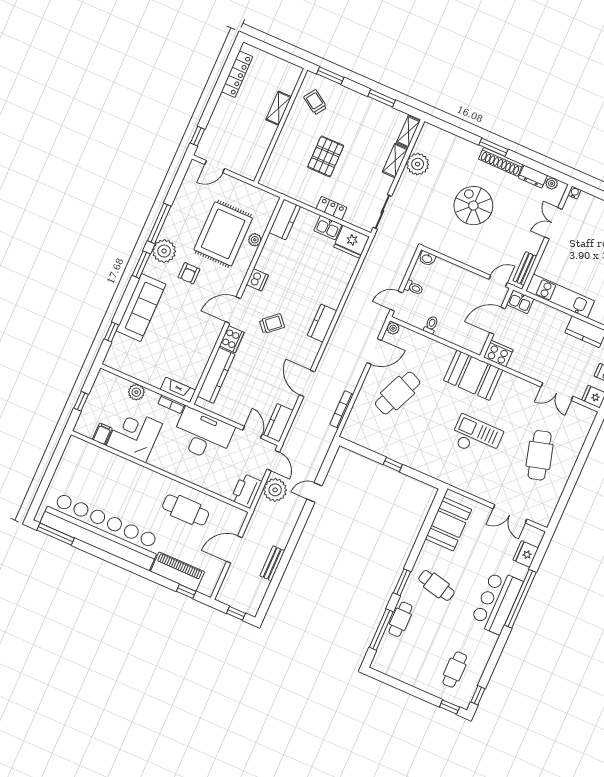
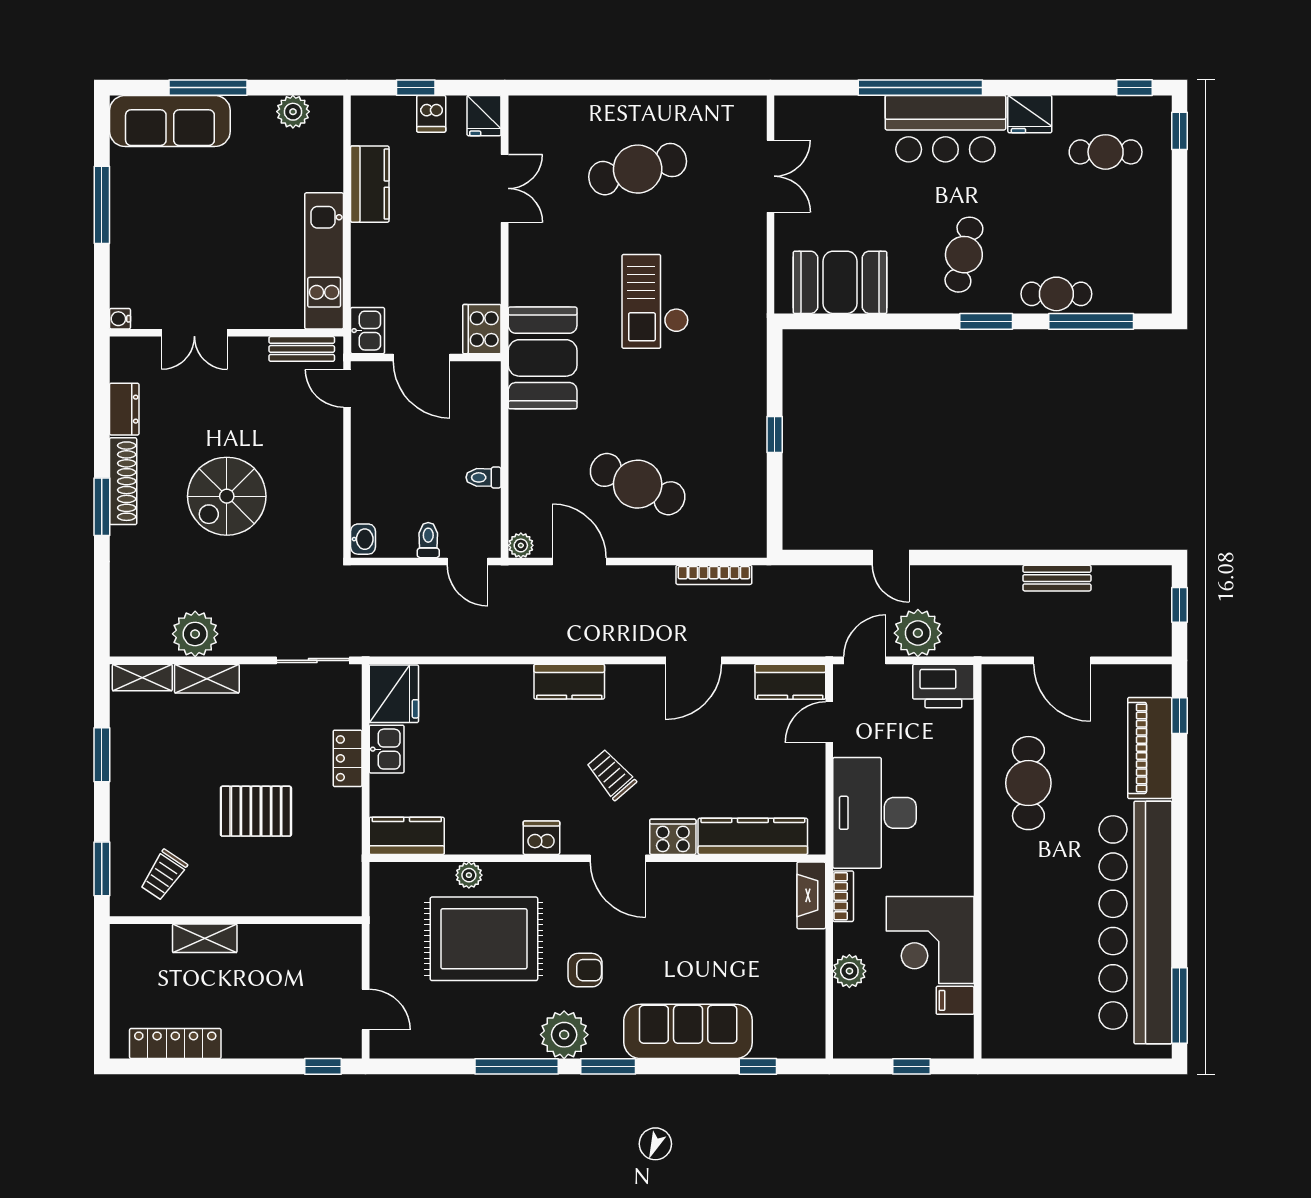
plant: (552, 183) -> (122, 369), removed
fridge: (526, 554) -> (1030, 114), moved

